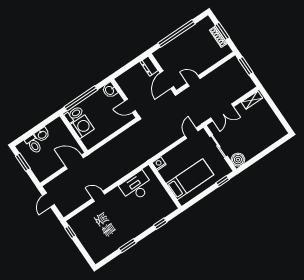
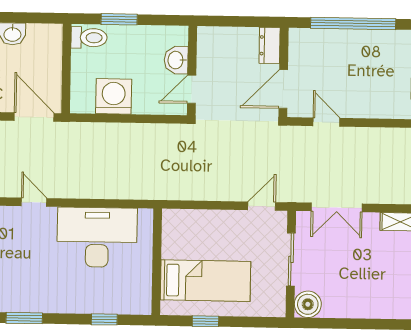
washbasin: (110, 90) -> (176, 60), moved
window: (81, 98) -> (119, 19), width x0.47
door: (130, 106) -> (192, 89), hinge flipped
washing machine: (82, 127) -> (114, 96), moved, turned -90
nightstand: (159, 164) -> (172, 219), removed
window: (223, 181) -> (205, 321), moved
desk: (136, 187) -> (97, 237), width x1.36, depth x1.30

